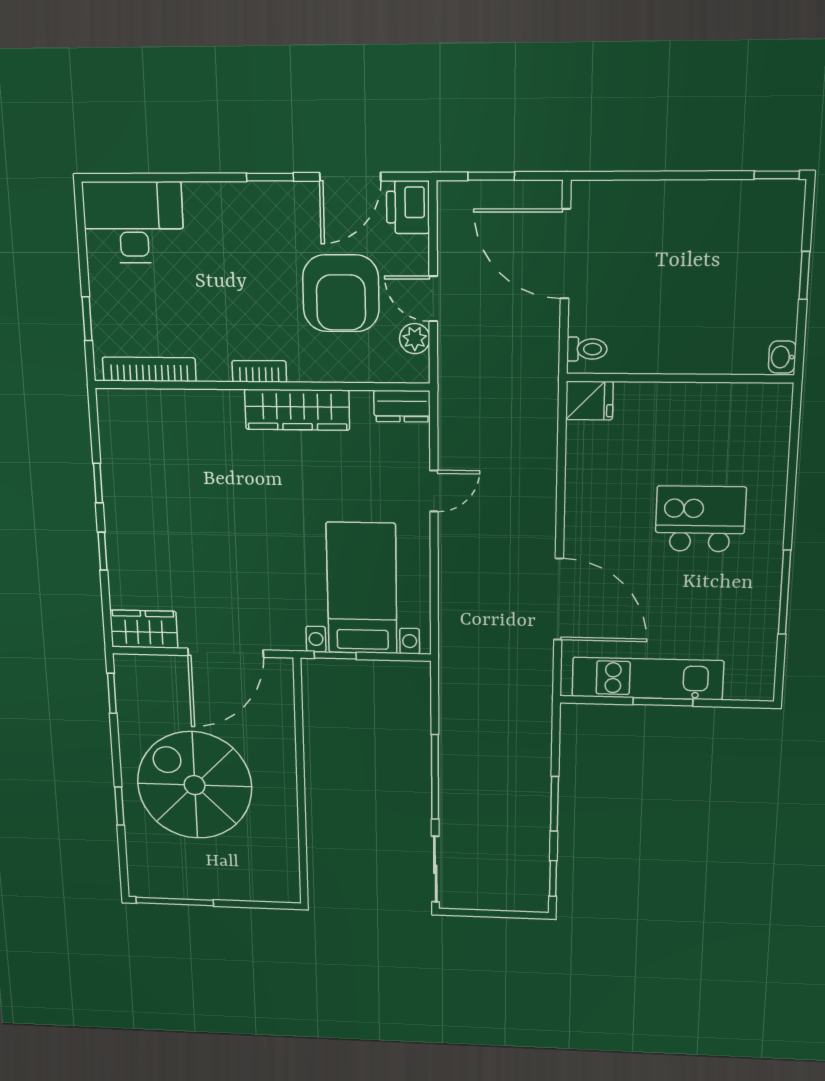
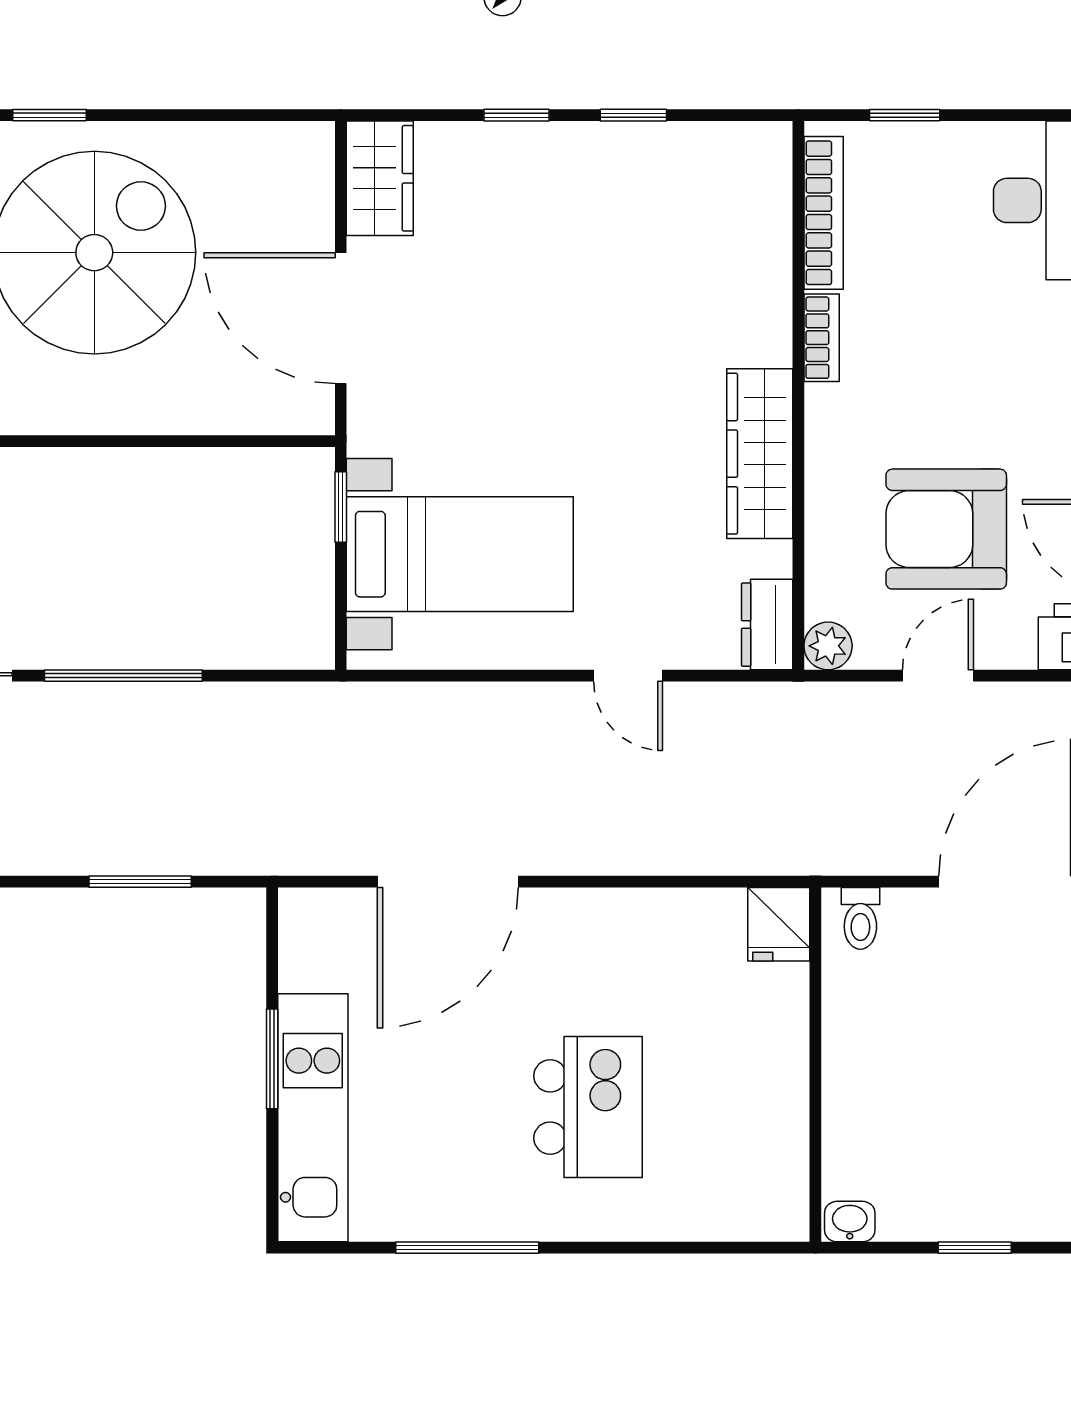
plant: (415, 339) -> (828, 646), moved
bookcase: (259, 371) -> (822, 338), moved
kitchen unit: (648, 679) -> (313, 1118), moved
window: (112, 693) -> (262, 115), removed
window: (554, 804) -> (140, 882), moved

